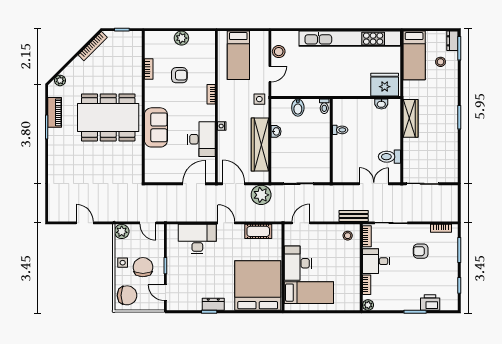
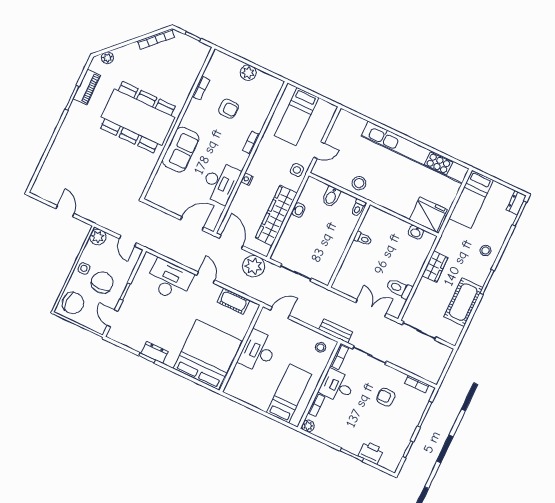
stool: (279, 52) -> (359, 183), moved
stool: (441, 62) -> (486, 250), moved
wardrobe: (410, 118) -> (435, 267), width x0.67
cot: (447, 143) -> (463, 302), added
bed: (309, 293) -> (289, 394), moved, turned -90

